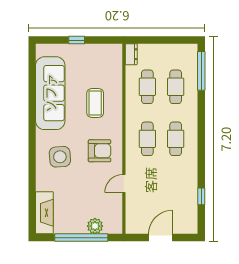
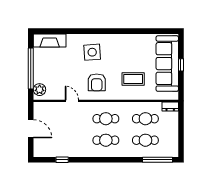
sofa: (50, 93) -> (167, 64), moved, turned 90
plant: (95, 226) -> (40, 90), moved

